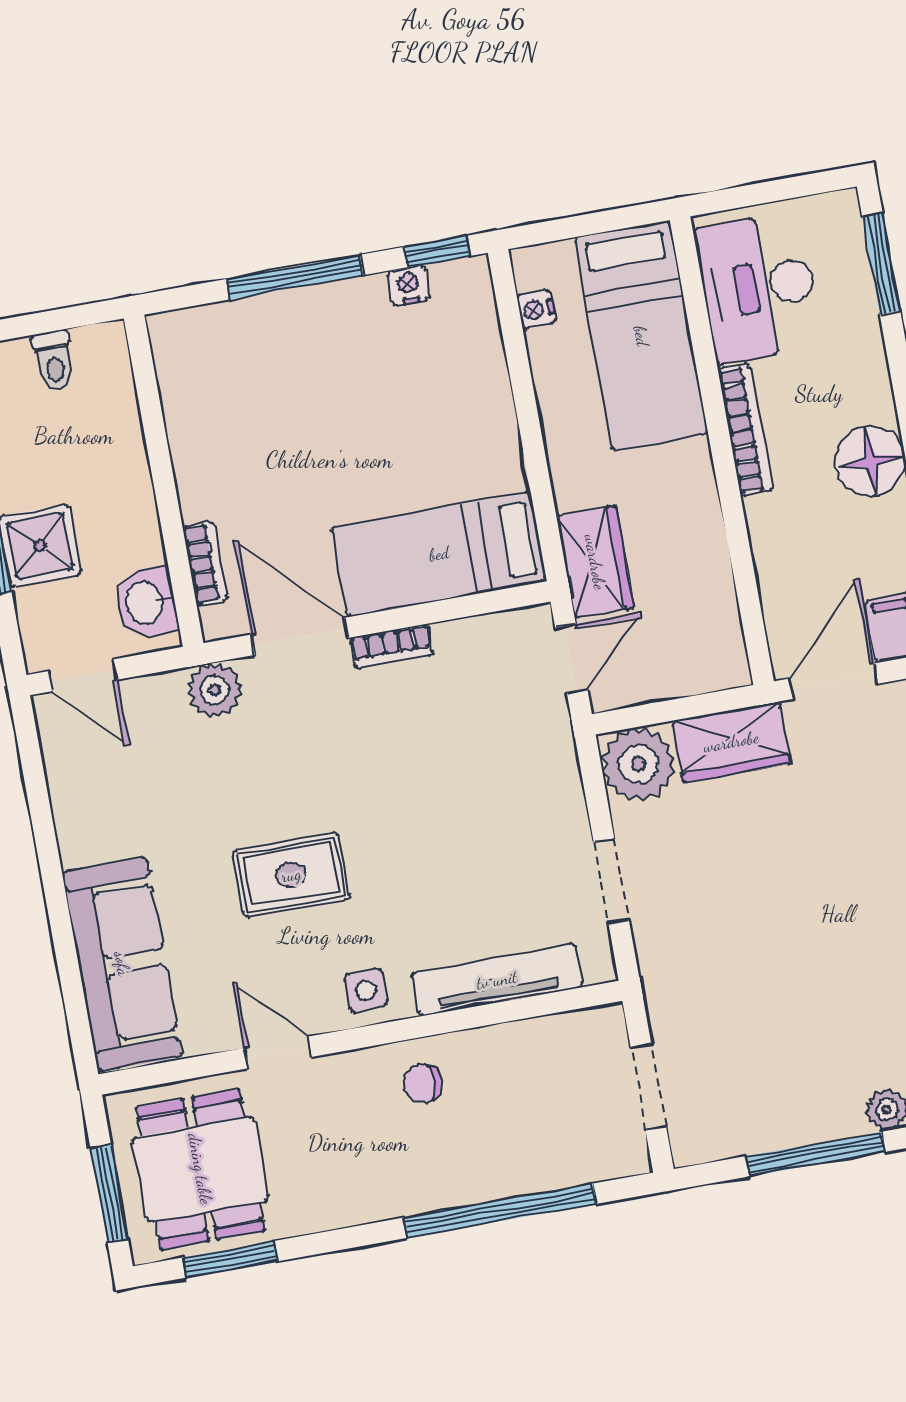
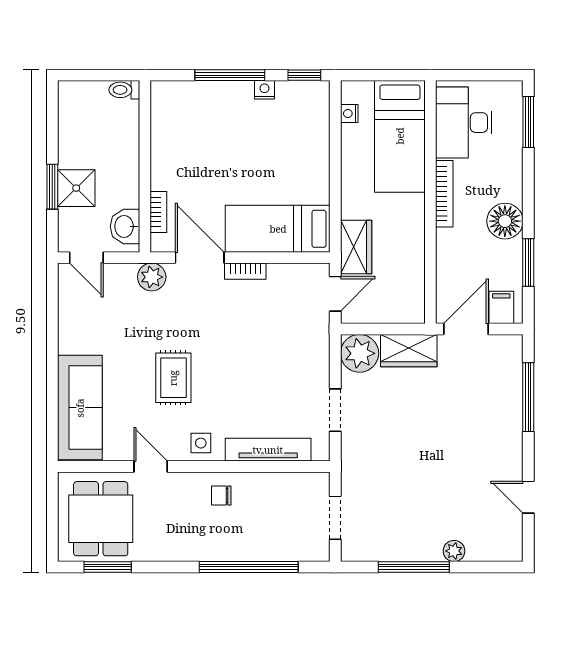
nightstand: (408, 285) -> (265, 90), moved
toilet: (54, 361) -> (124, 90), moved, turned 90
rug: (291, 875) -> (173, 378), turned 90
window: (109, 1194) -> (52, 523), removed

